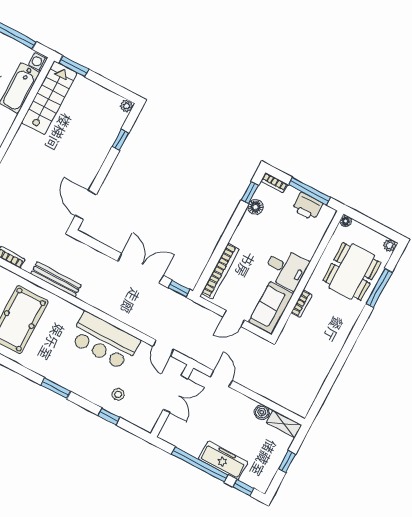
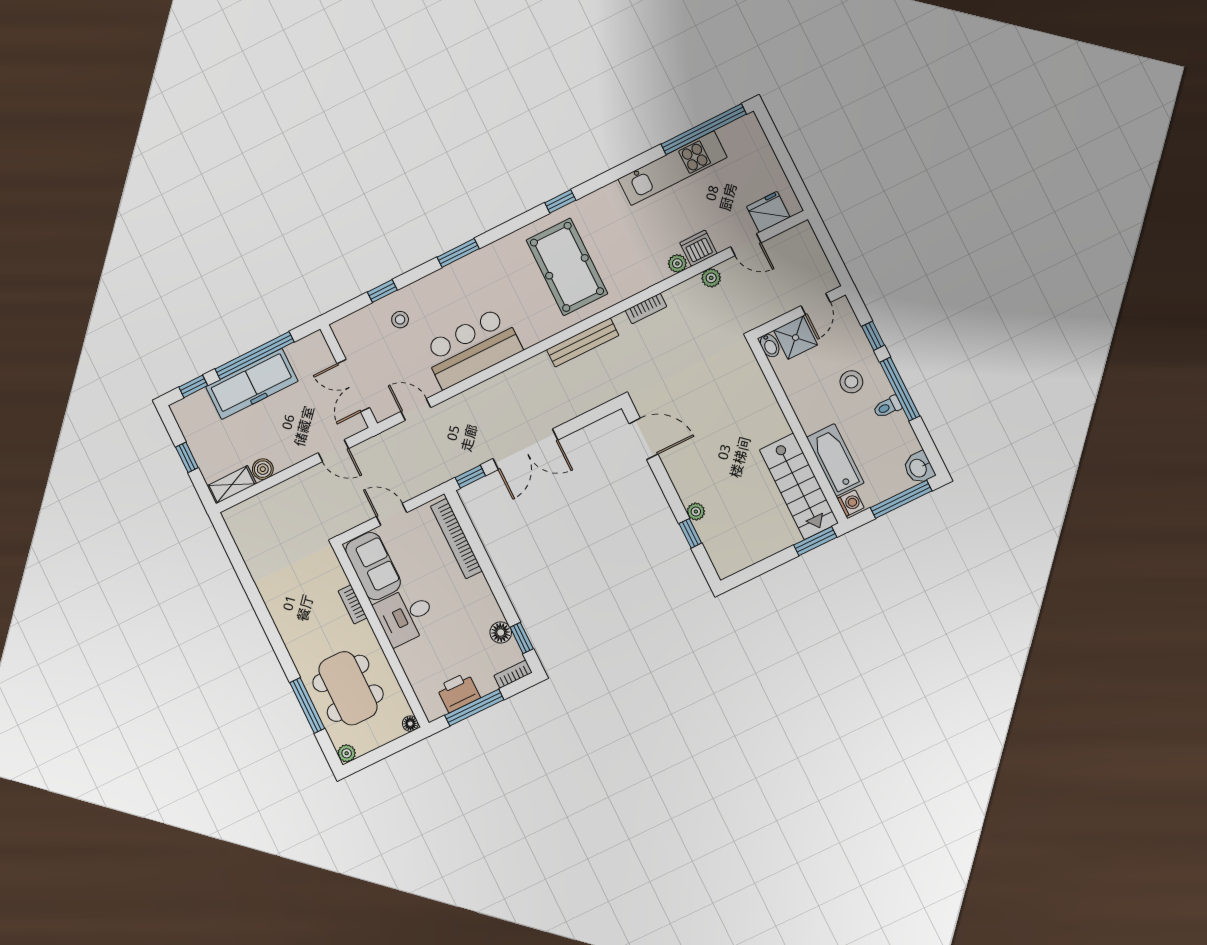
plant: (127, 106) -> (696, 512), moved
door: (234, 318) -> (392, 514), hinge flipped
freezer: (223, 460) -> (252, 384), width x1.36, depth x1.26

